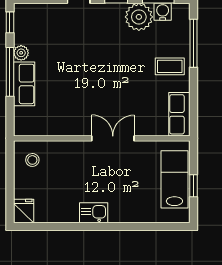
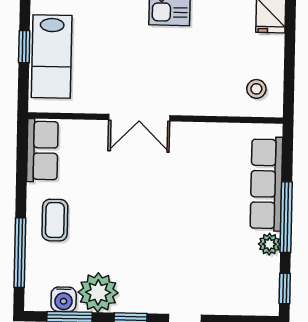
coffee table: (170, 66) -> (55, 220), turned 90
row of seats: (24, 84) -> (266, 184), width x1.48

